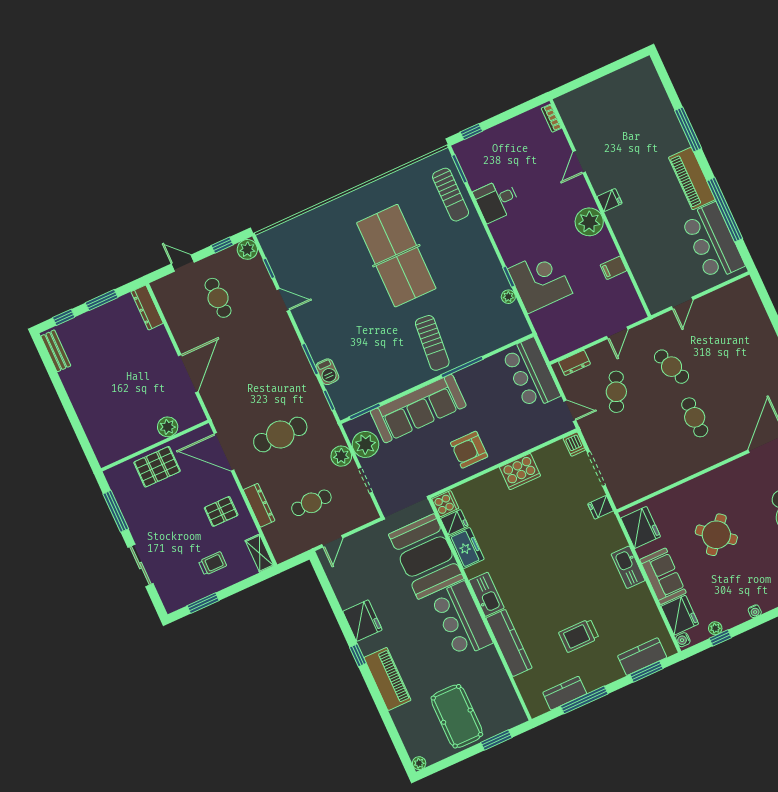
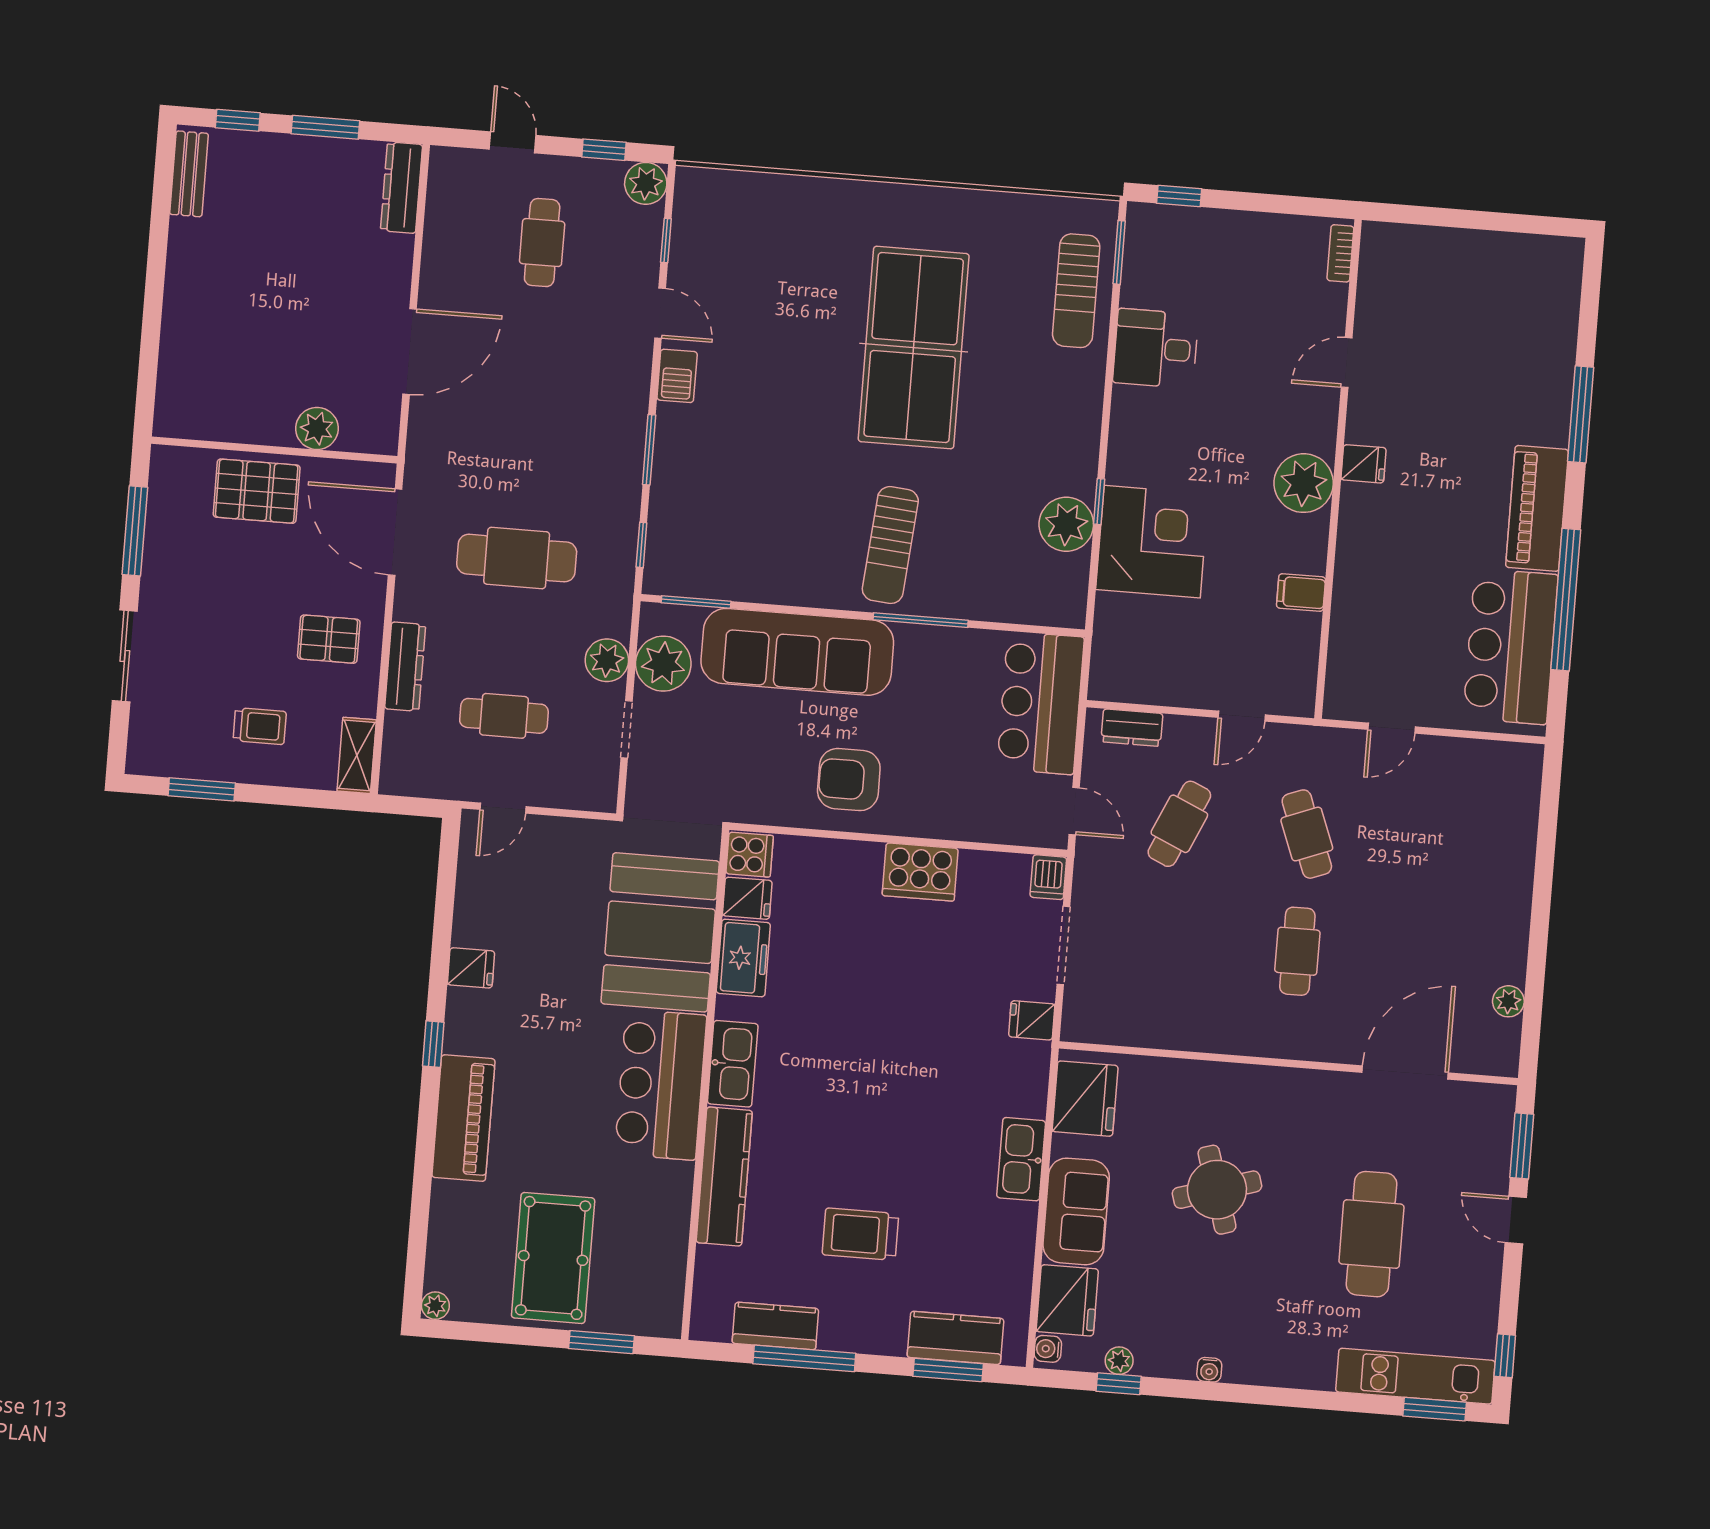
plant: (508, 297) -> (1066, 524), width x1.87, depth x1.87
barbecue: (327, 372) -> (677, 376), moved
round table: (716, 535) -> (1217, 1190), turned 33
fridge: (362, 621) -> (471, 968), width x0.53, depth x0.75

